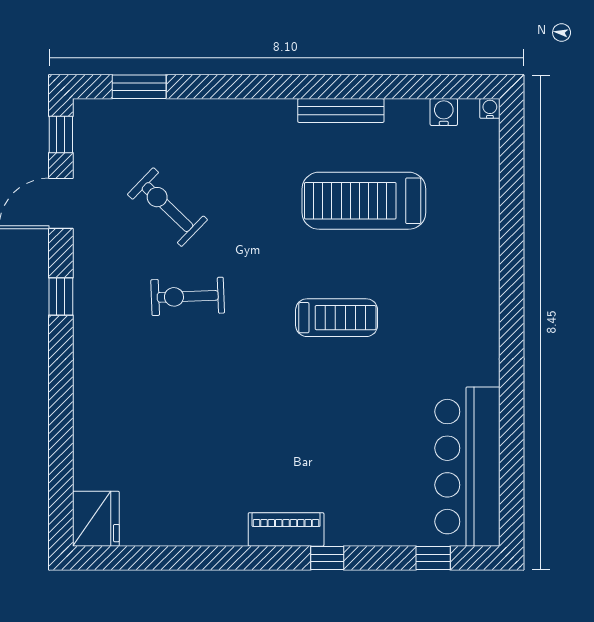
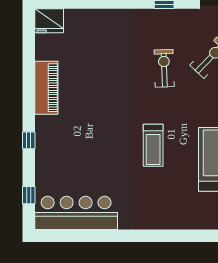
piano: (286, 529) -> (46, 88), moved, width x1.37, depth x1.33

